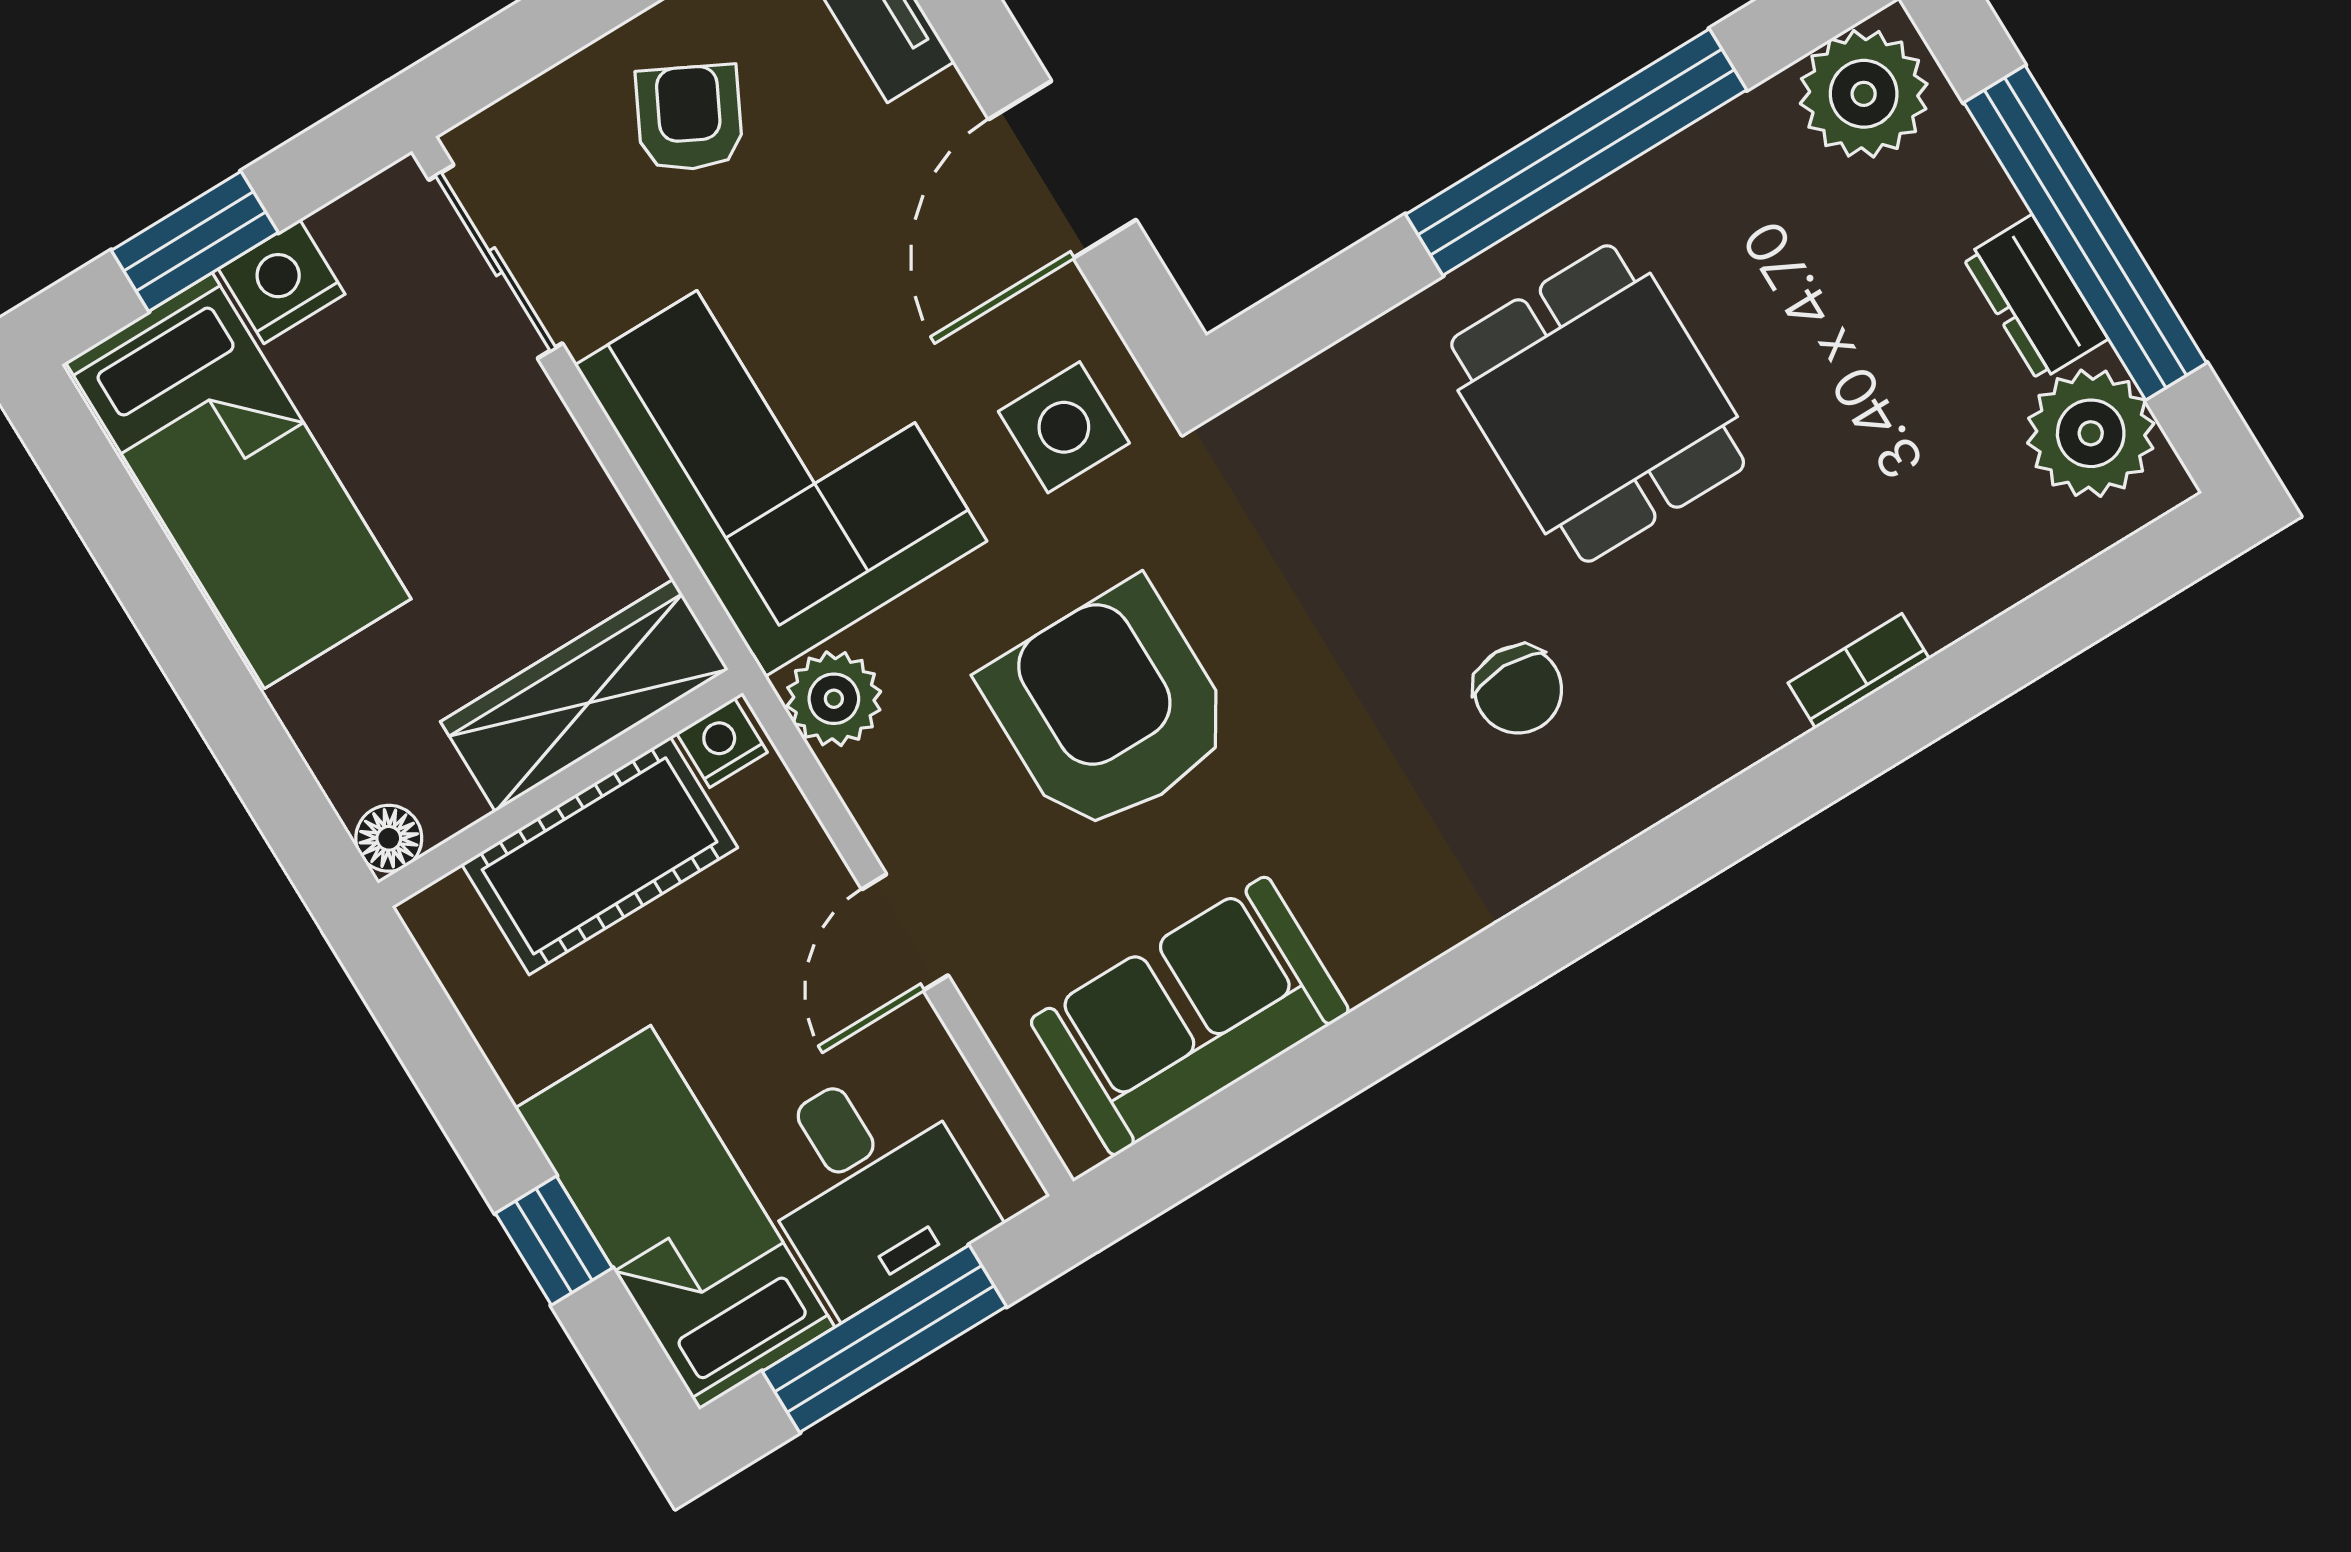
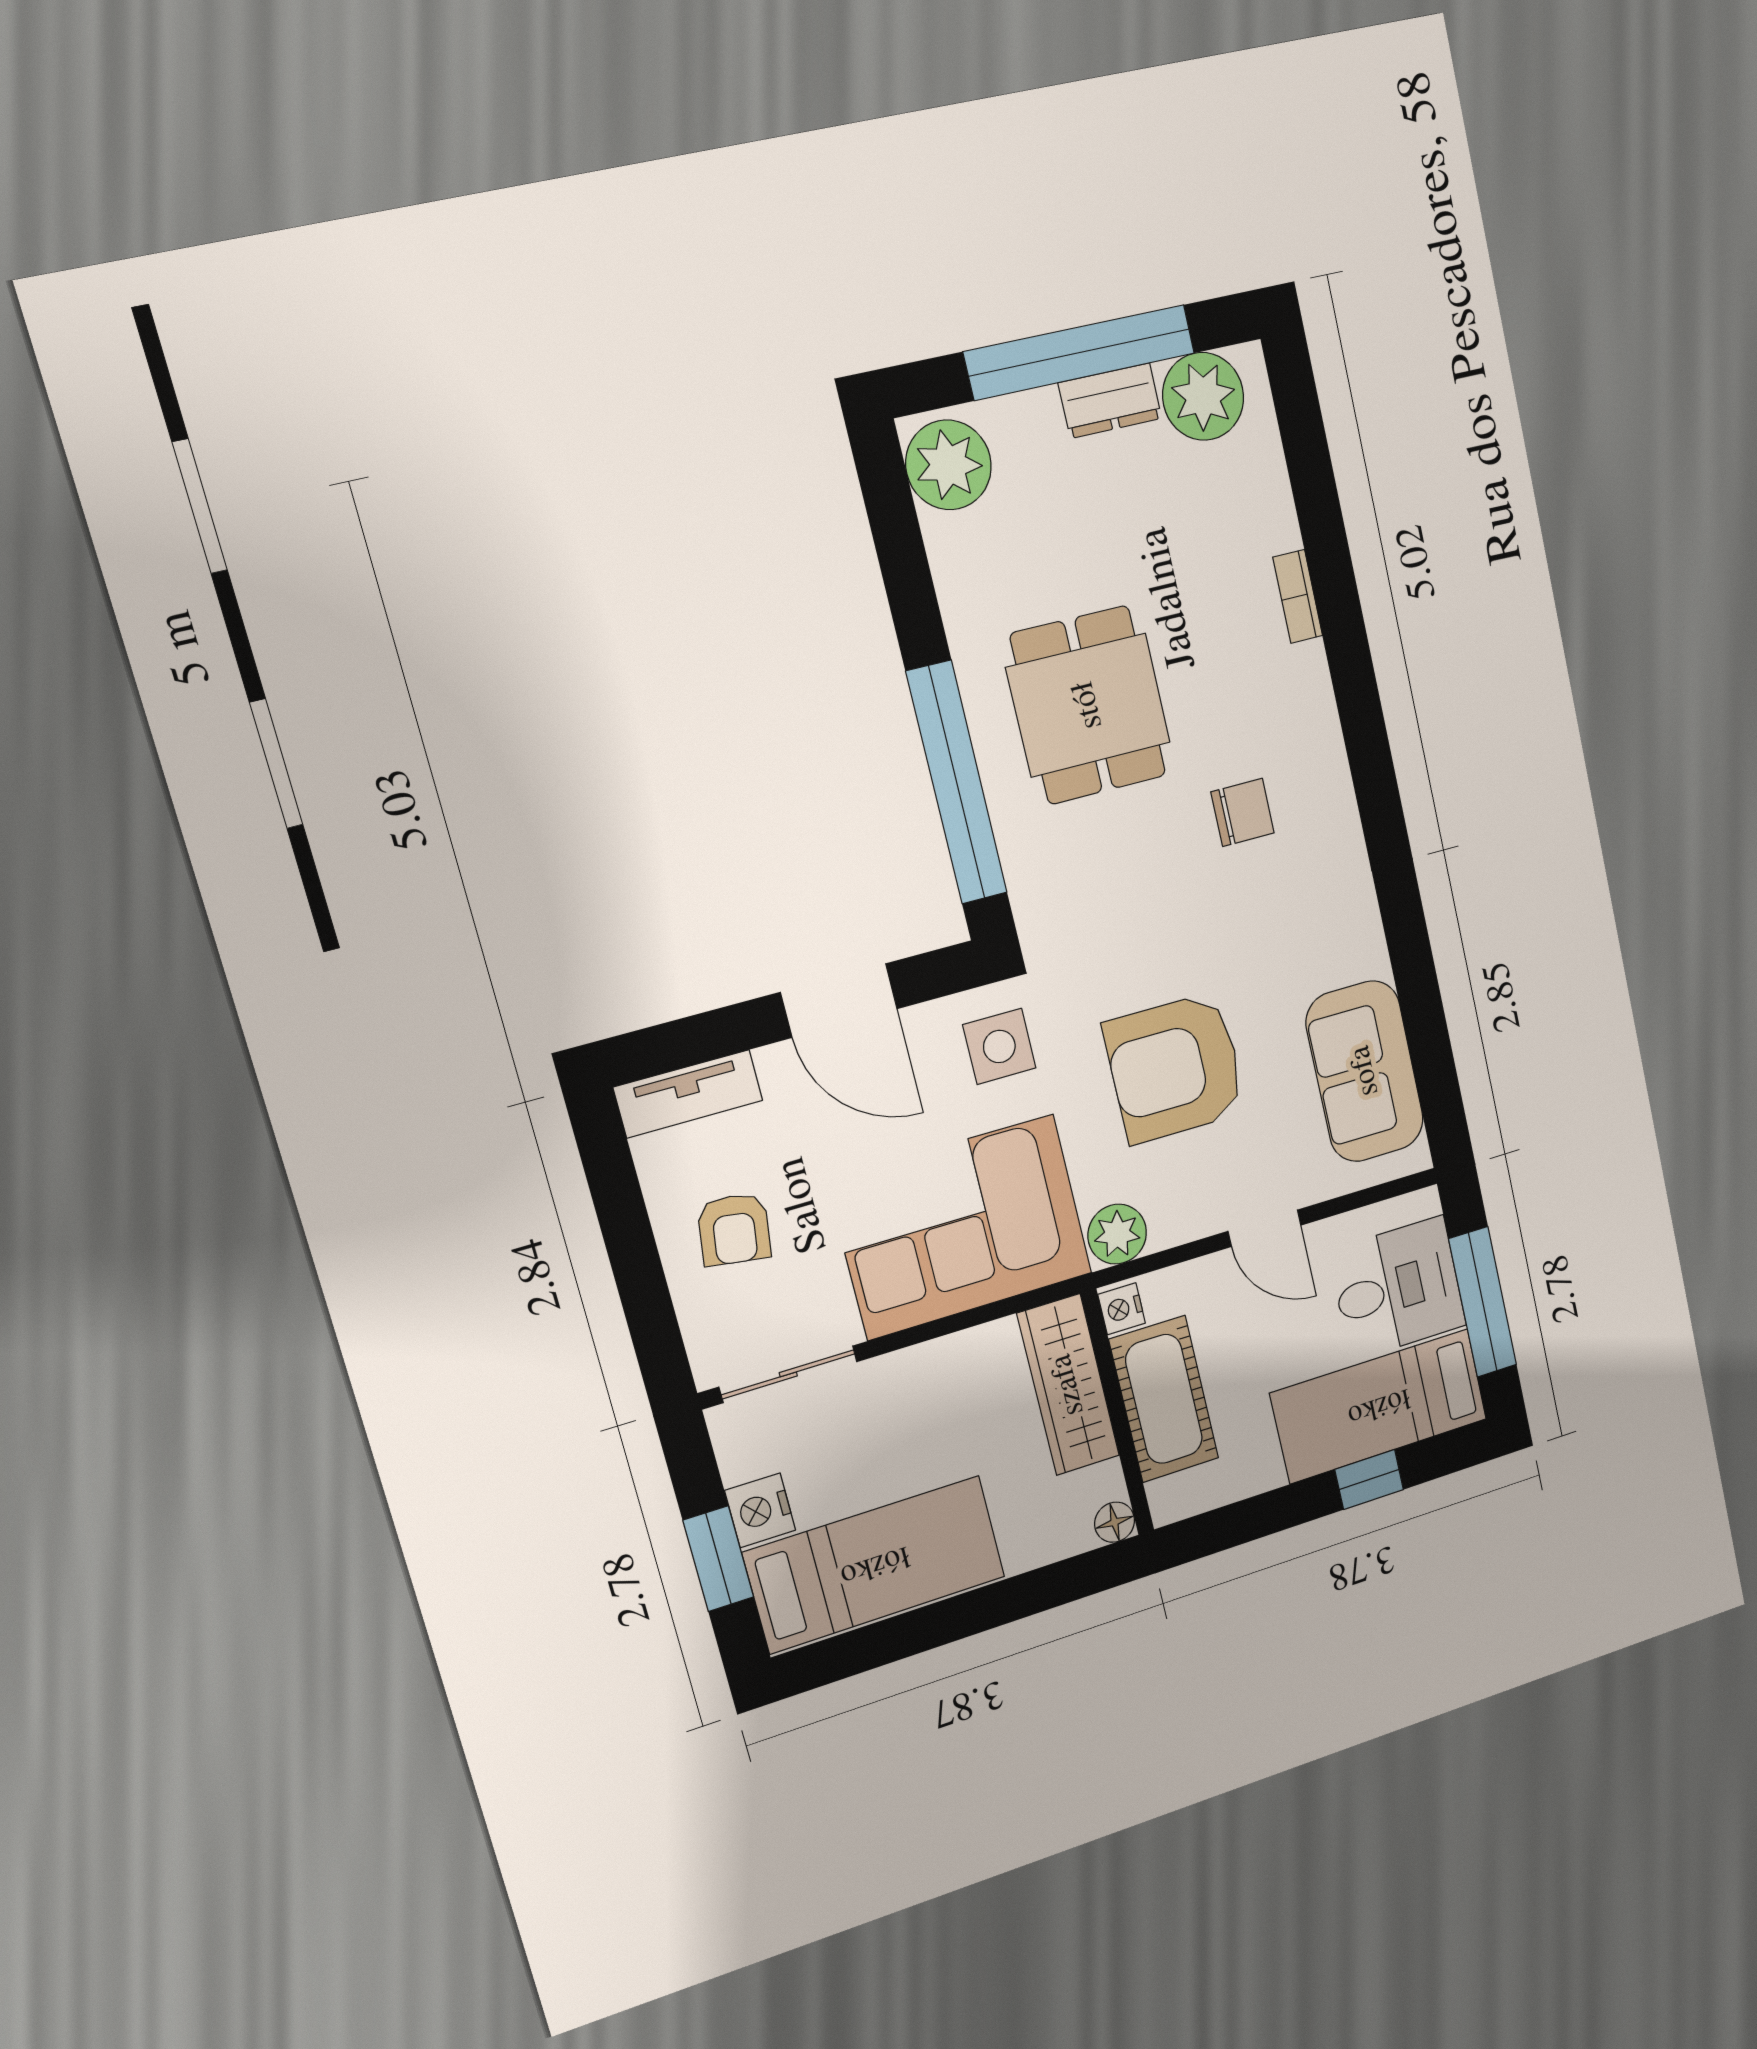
armchair: (689, 118) -> (734, 1229), turned -109
window: (1576, 152) -> (957, 783), moved
dining table: (1598, 404) -> (1088, 705), turned 90

